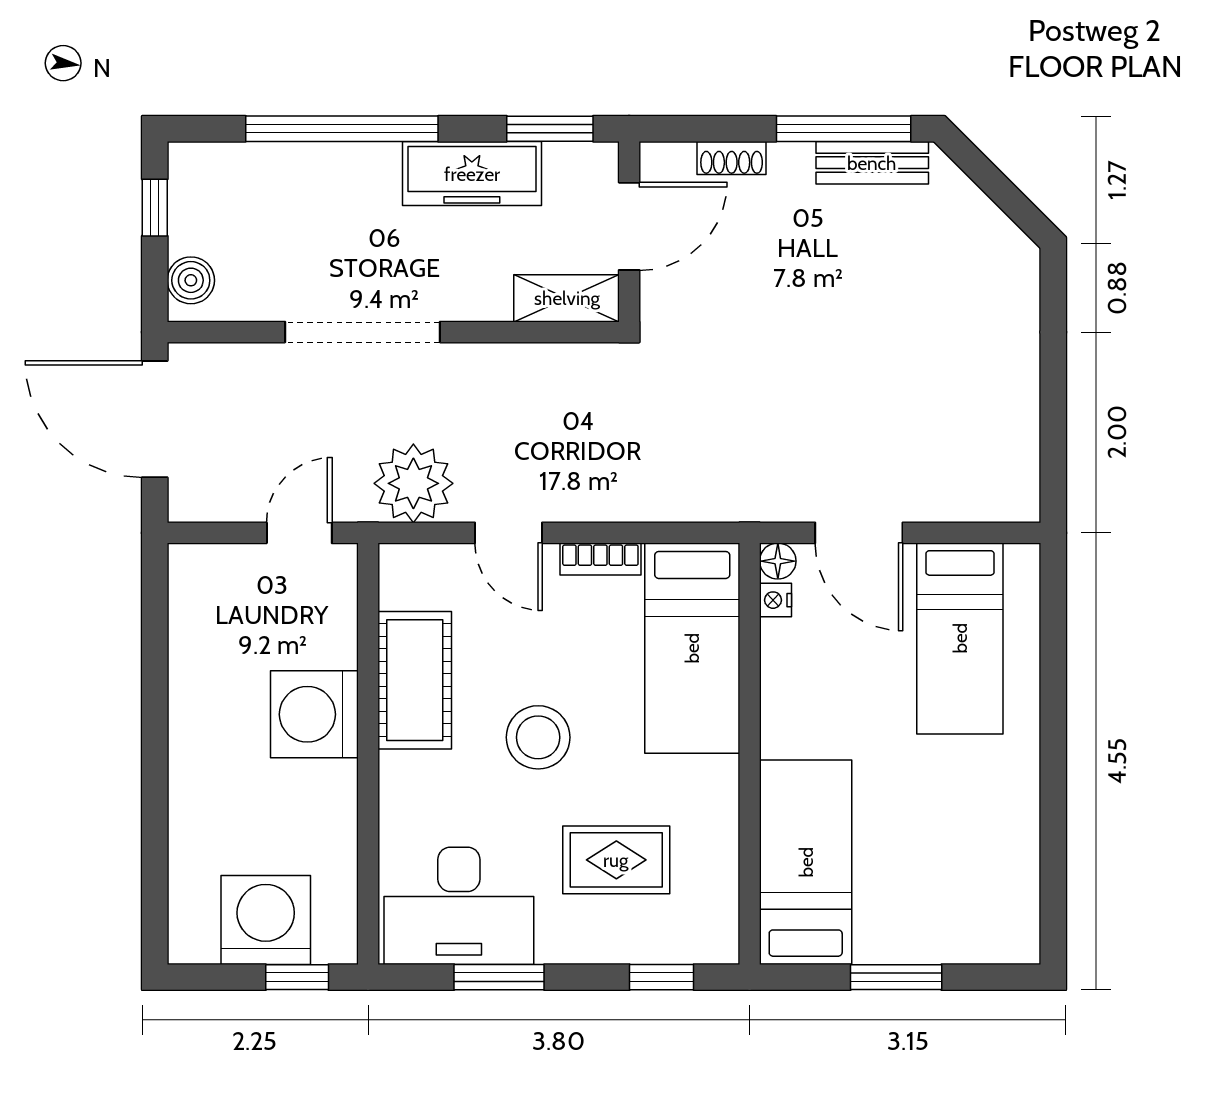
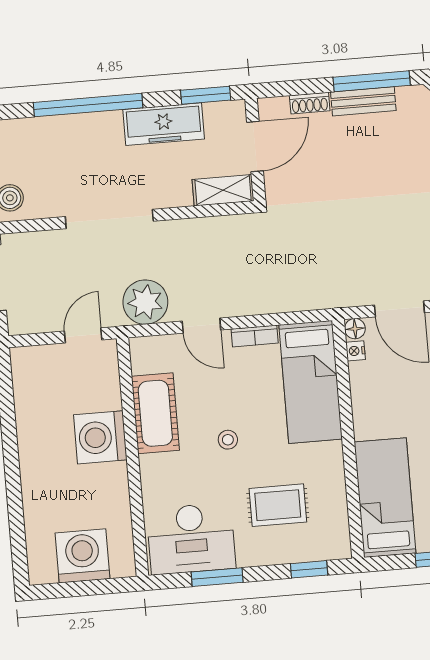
bench: (872, 163) -> (363, 101), moved
stool: (538, 737) -> (228, 440), width x0.53, depth x0.53
window: (297, 977) -> (103, 587), removed

